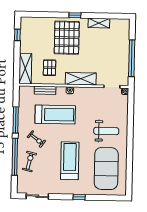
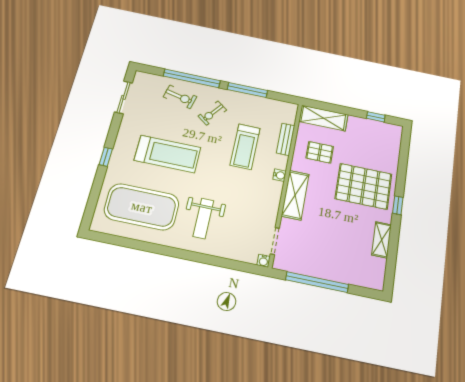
treadmill: (55, 115) -> (245, 147), width x0.73, depth x0.73

